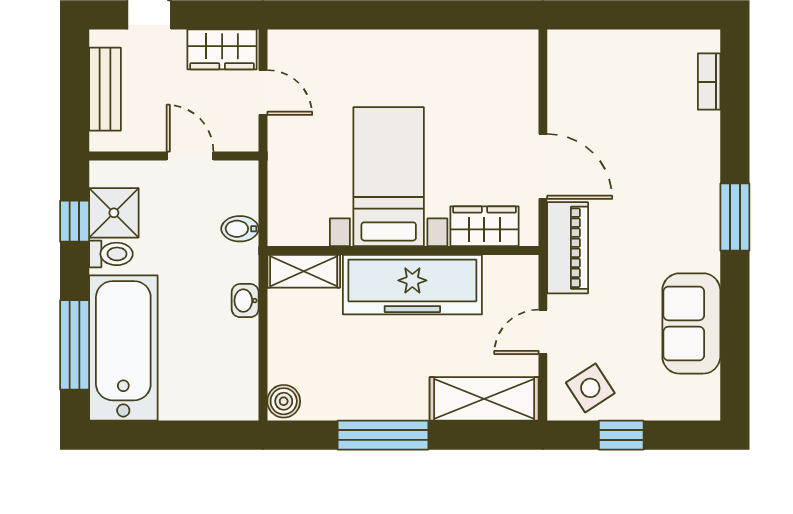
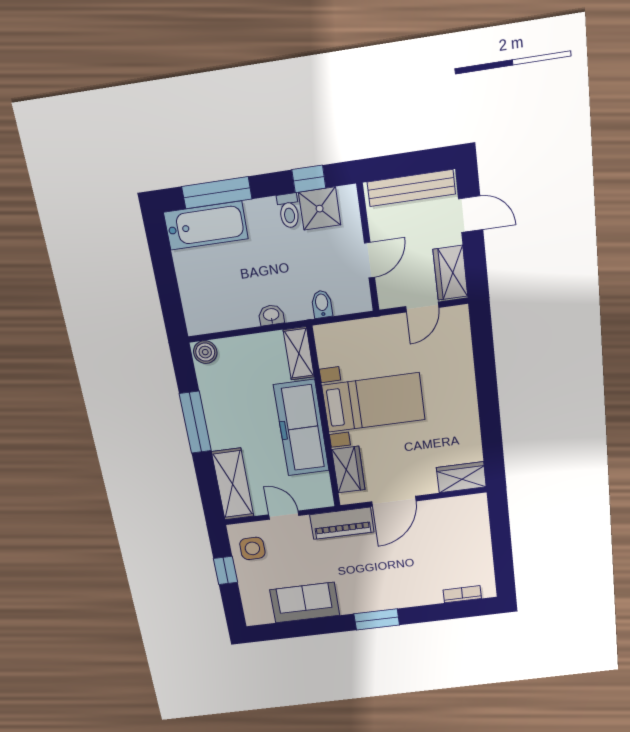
wardrobe: (518, 64) -> (461, 477), added
bench: (105, 89) -> (411, 188), width x1.36
bathtub: (123, 348) -> (206, 226), width x0.73, depth x0.73
side table: (590, 388) -> (252, 548), turned 33

